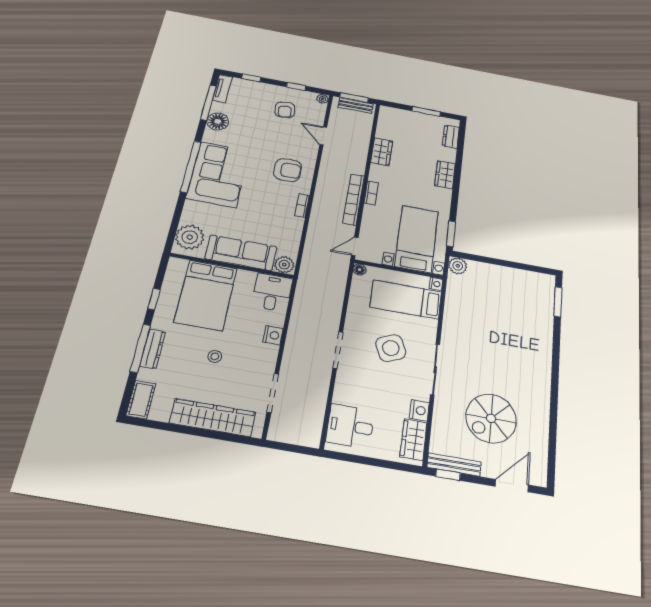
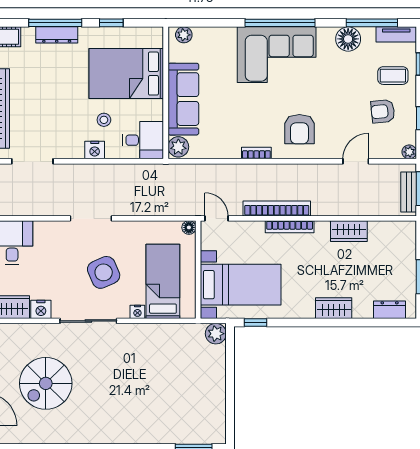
coffee table: (257, 97) -> (393, 76), added
bookcase: (371, 193) -> (290, 227), width x1.56
window: (451, 234) -> (255, 322), width x0.67
plant: (190, 237) -> (184, 35), width x0.53, depth x0.53
nightstand: (436, 284) -> (137, 312), moved
stool: (215, 356) -> (104, 120), moved
spiral stairs: (491, 418) -> (46, 383), turned -90

